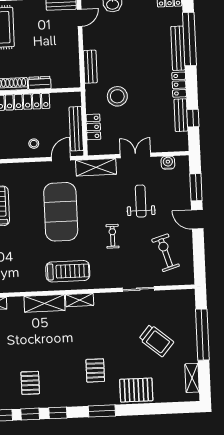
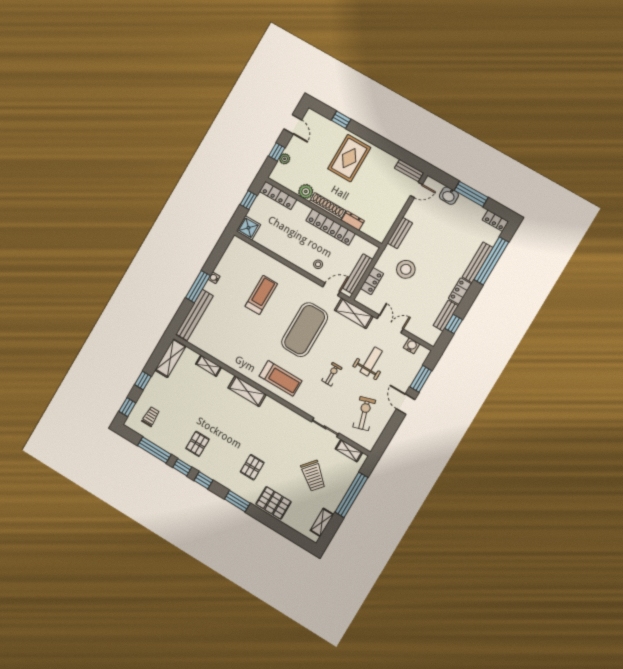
shelving: (80, 300) -> (349, 451), moved

